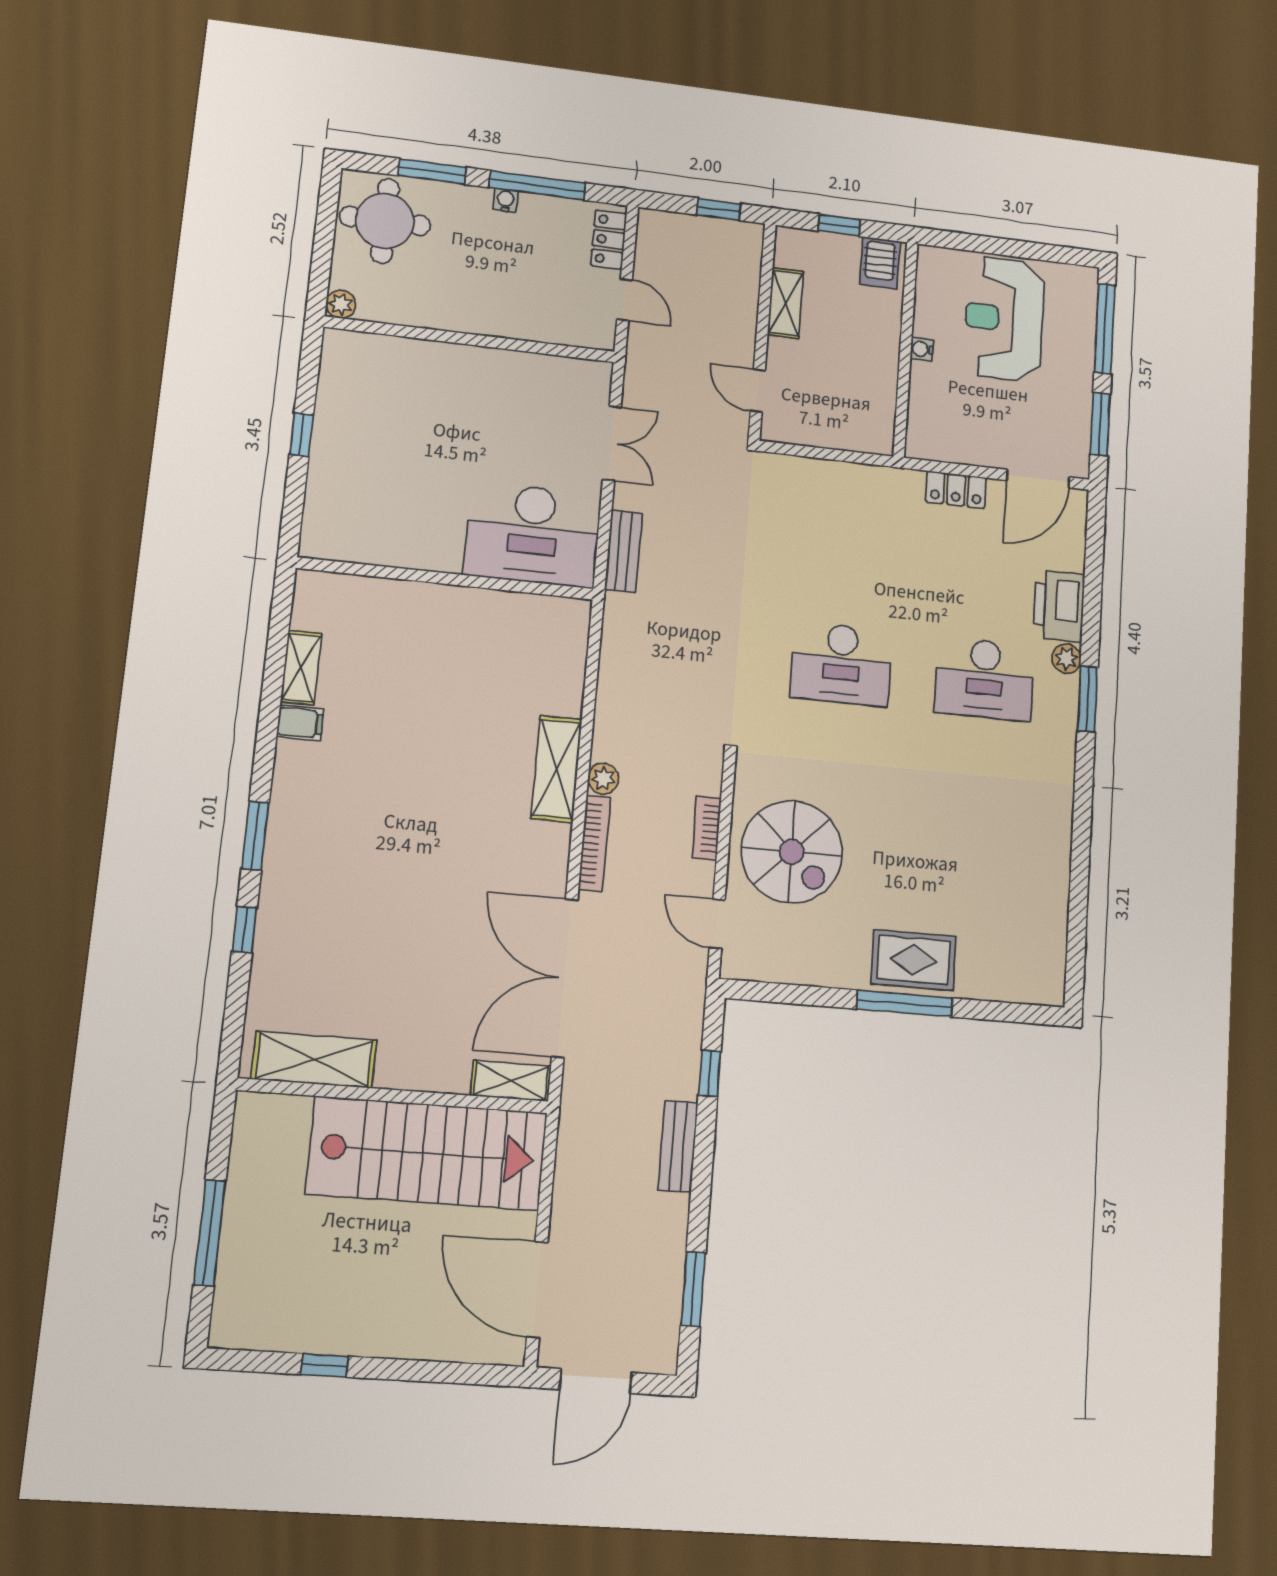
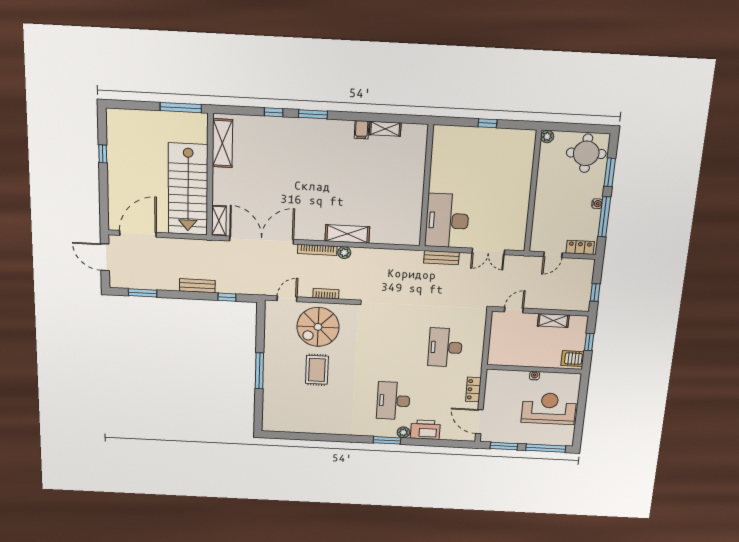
desk: (841, 664) -> (445, 347), moved
rug: (914, 960) -> (317, 370), moved
window: (210, 1233) -> (181, 108), moved

